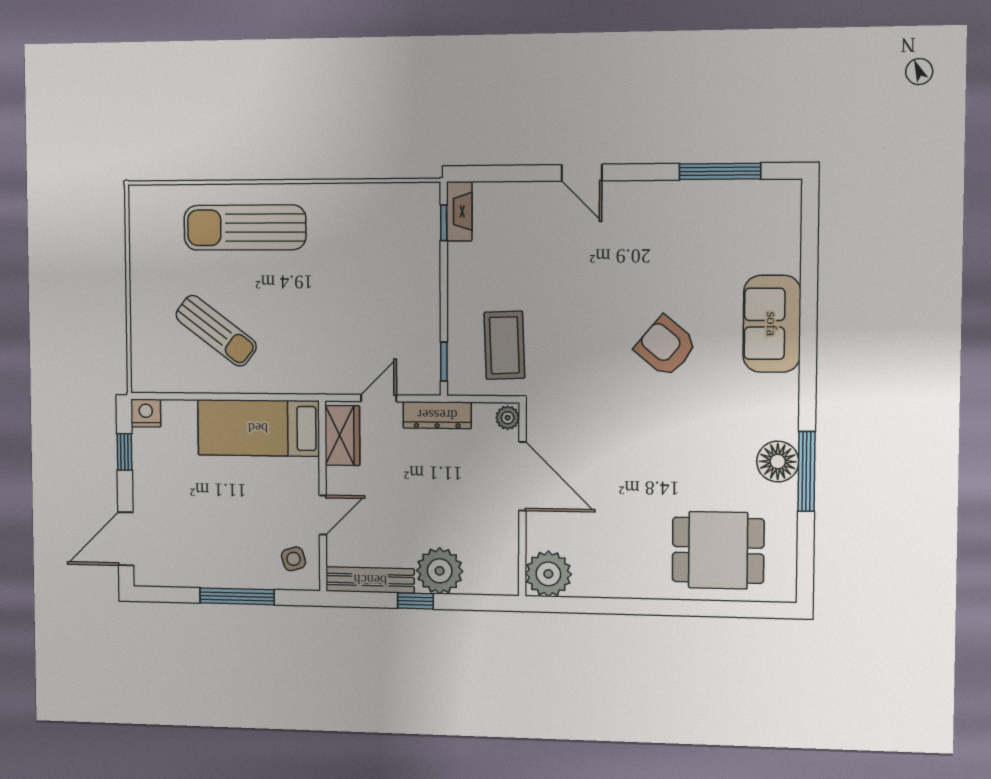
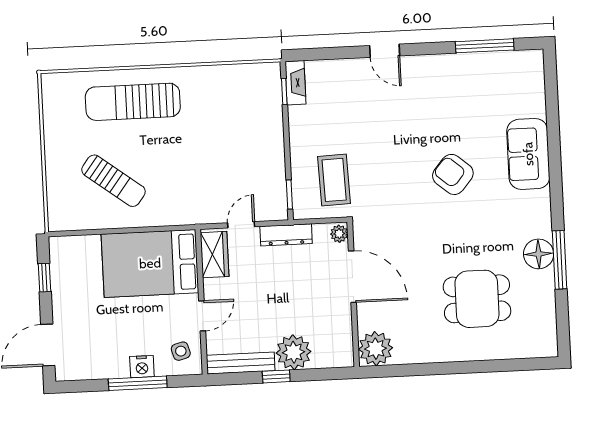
nightstand: (146, 413) -> (142, 367), moved, turned 180
bed: (258, 428) -> (150, 263), width x1.50
dining table: (718, 550) -> (477, 299), moved

